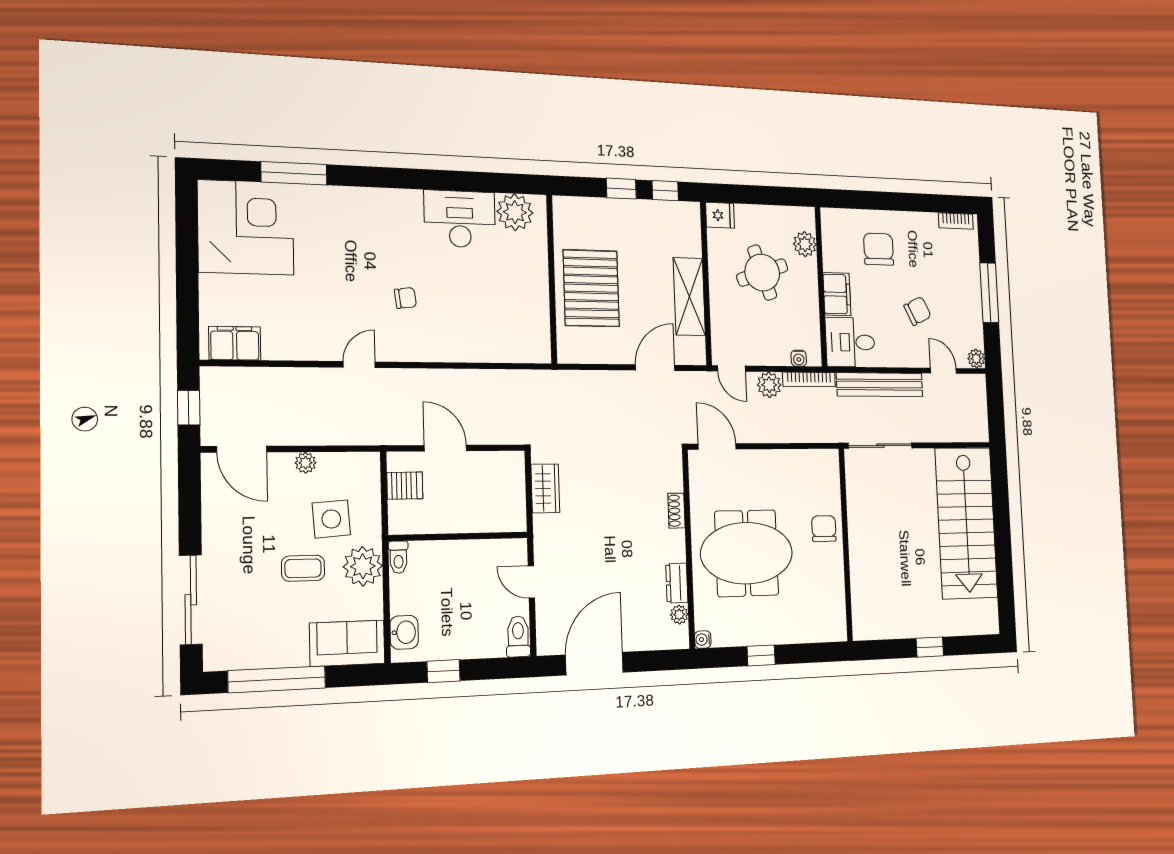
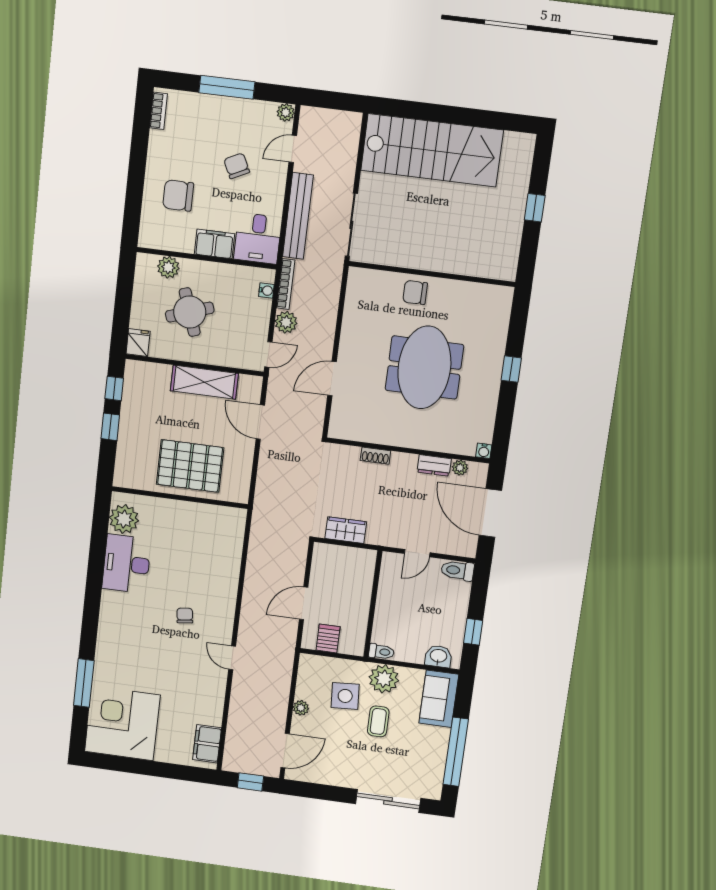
shoe rack: (676, 511) -> (375, 456), moved
wall: (689, 549) -> (408, 451), moved
dresser: (677, 583) -> (434, 465), moved
plant: (679, 615) -> (460, 468), moved
water cooler: (703, 639) -> (484, 451), moved

